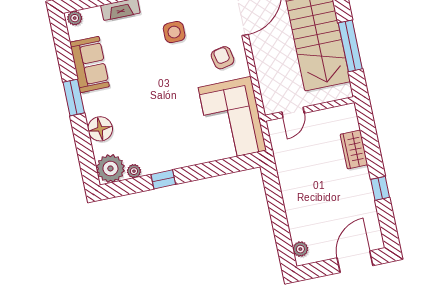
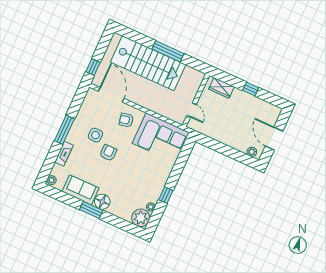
armchair: (163, 65) -> (108, 153), added
wall: (310, 109) -> (196, 100), moved
door: (293, 112) -> (191, 110), moved
floor lamp: (100, 129) -> (102, 202), moved
door: (355, 262) -> (274, 139), moved

